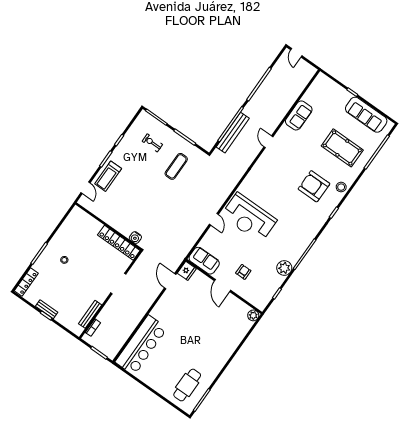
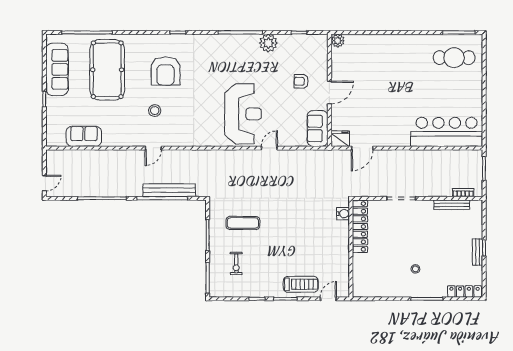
sofa: (299, 115) -> (84, 136), moved
pool table: (342, 148) -> (107, 70), width x1.36, depth x1.32
stool: (341, 187) -> (155, 111), moved

